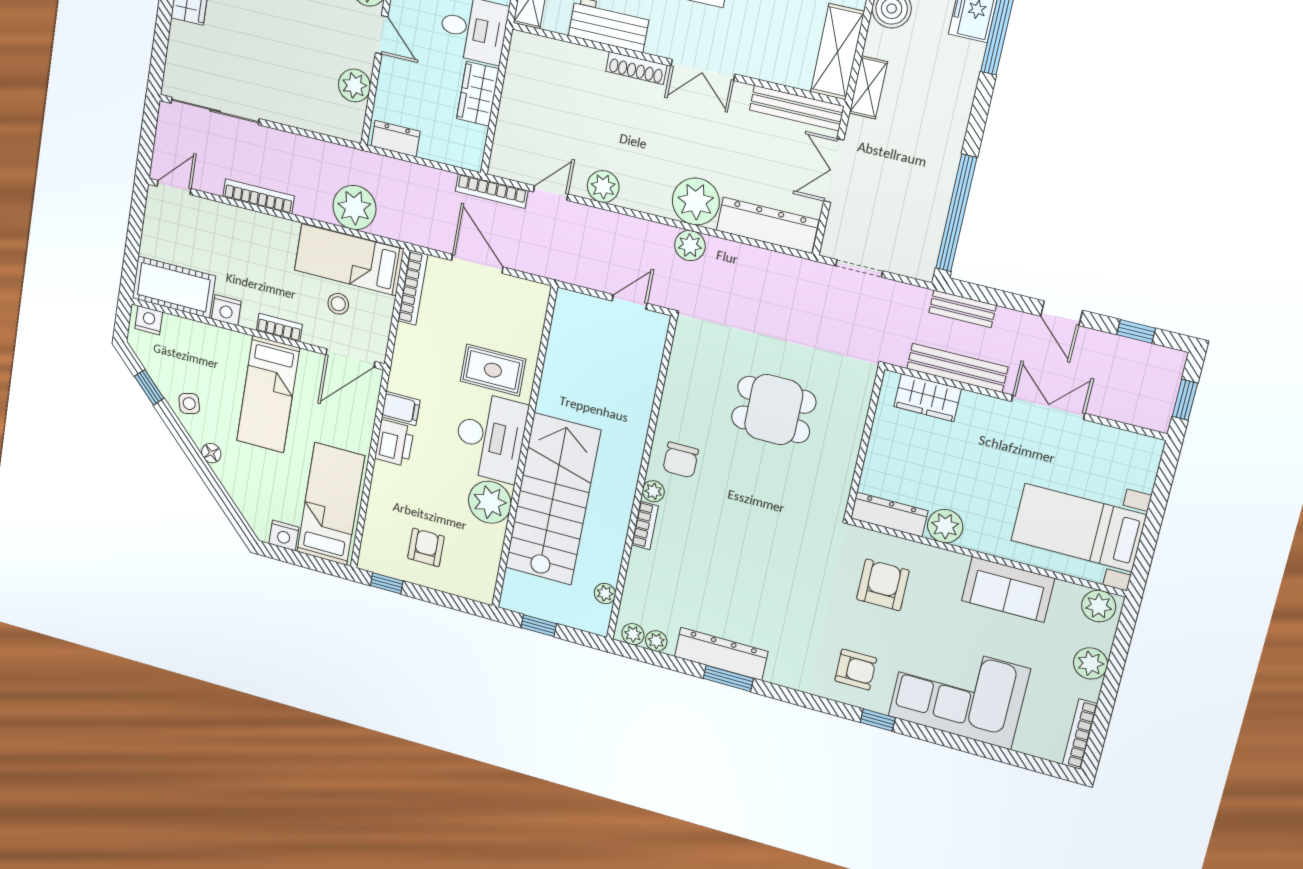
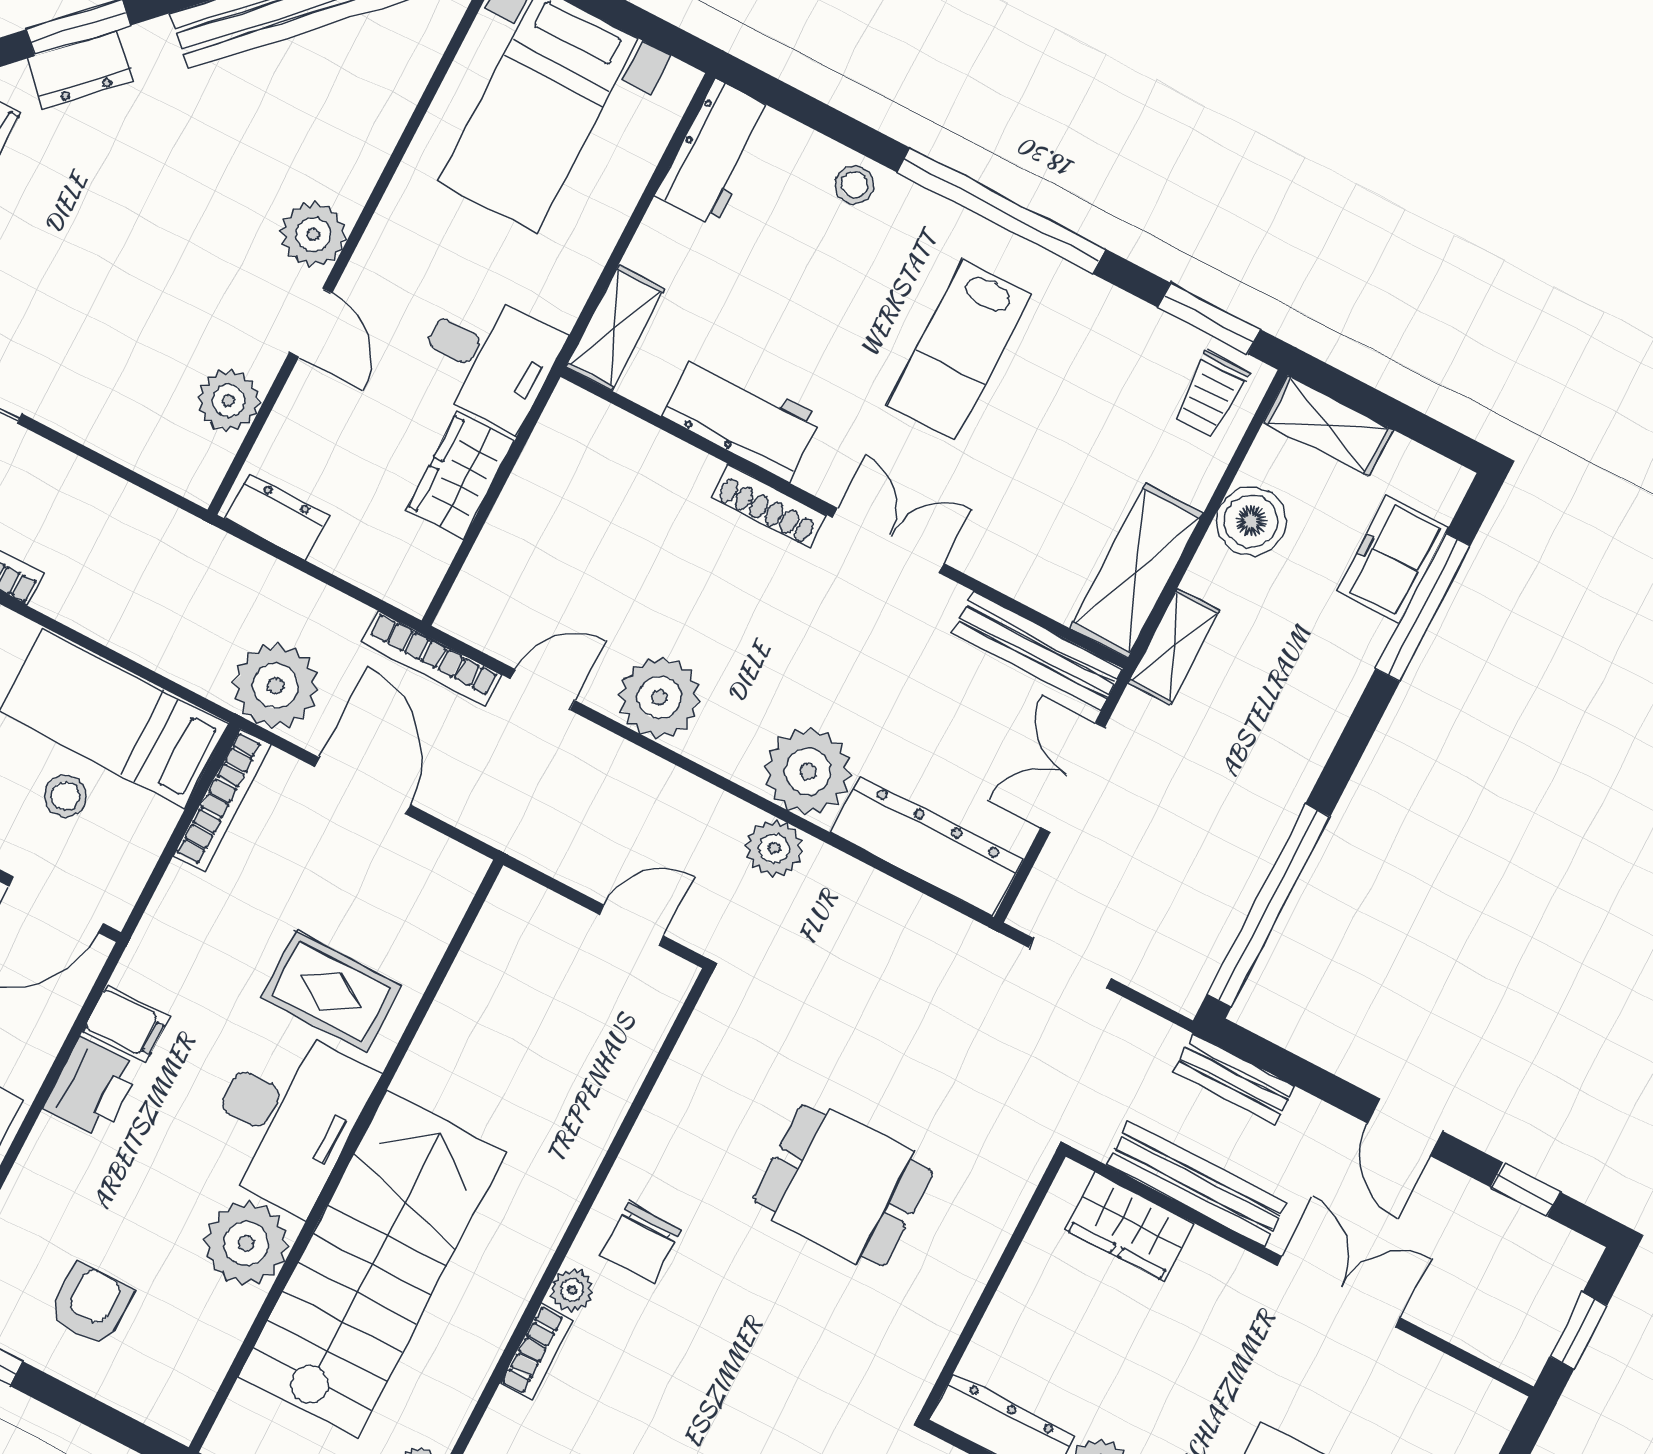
double door: (703, 70) -> (888, 540), swing flipped
plant: (603, 187) -> (659, 698), width x1.36, depth x1.36
plant: (354, 208) -> (276, 686), moved

